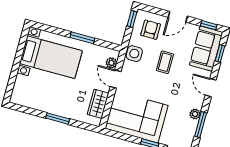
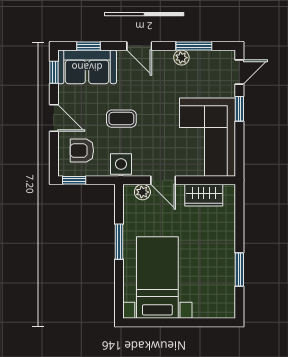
door: (116, 79) -> (163, 180), hinge flipped
door: (211, 88) -> (139, 46), hinge flipped
window: (58, 119) -> (239, 270), moved

